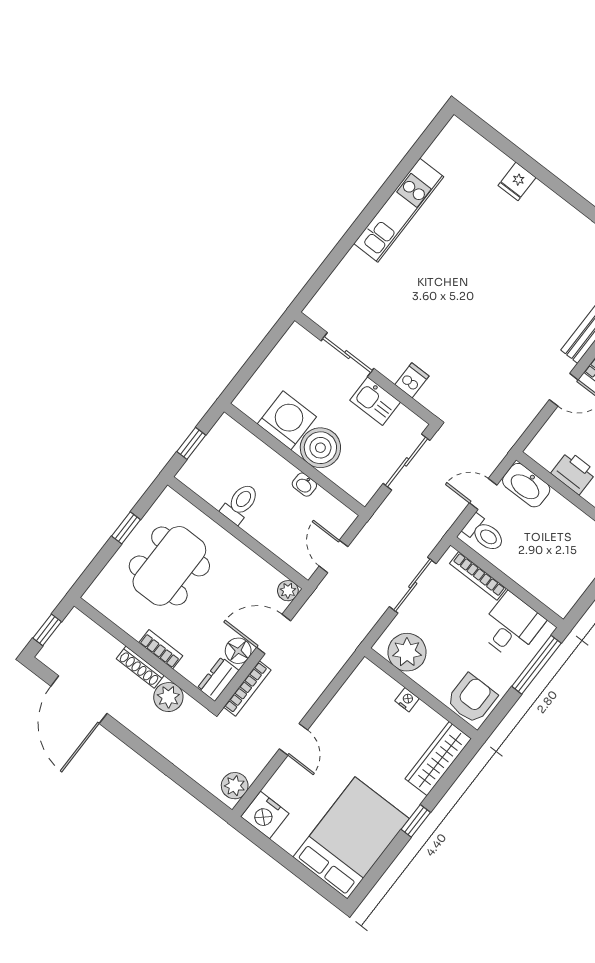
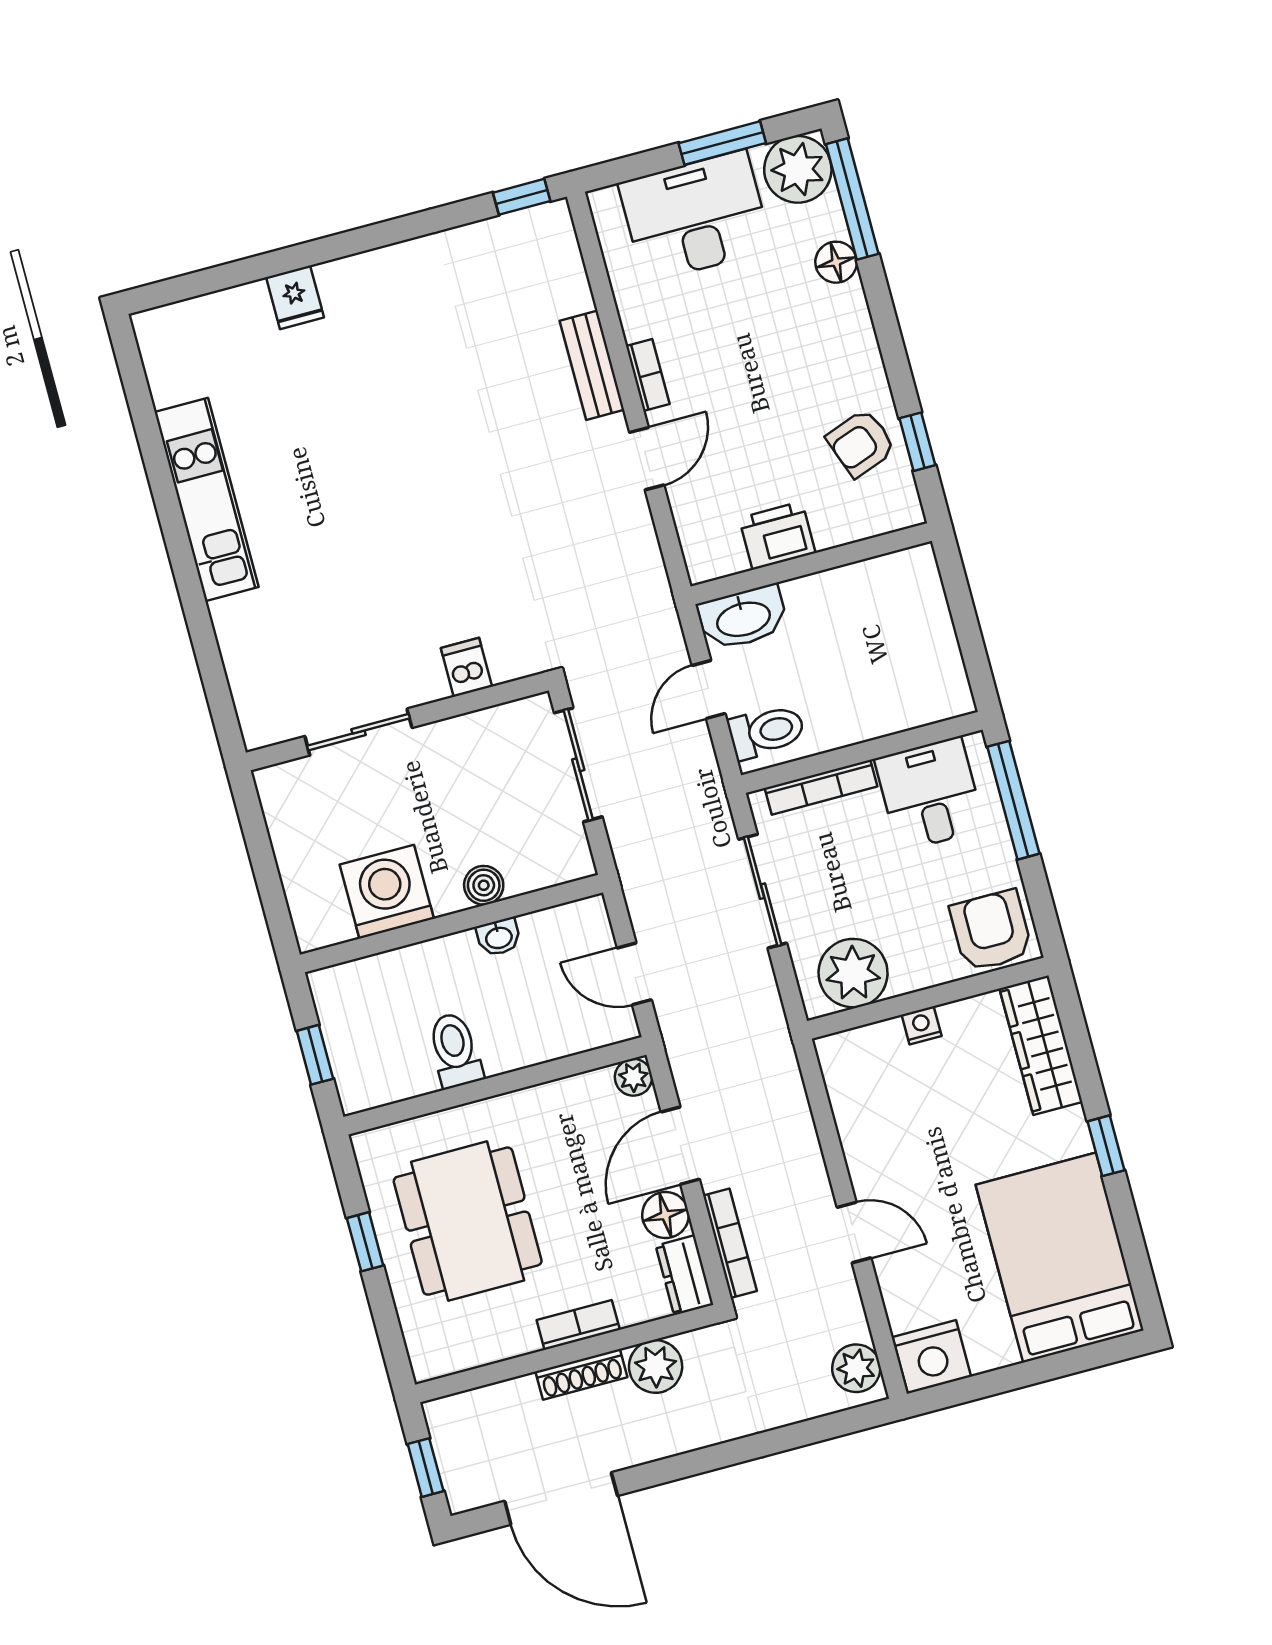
kitchen sink: (375, 401) -> (456, 743), removed
boiler: (320, 448) -> (484, 885), width x0.54, depth x0.54

